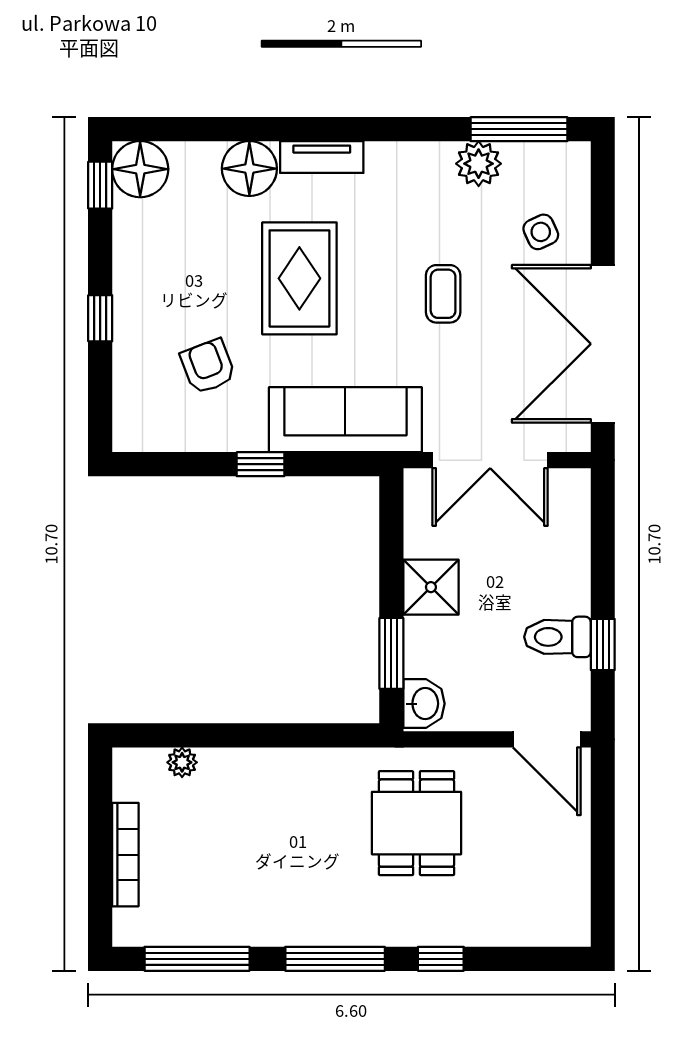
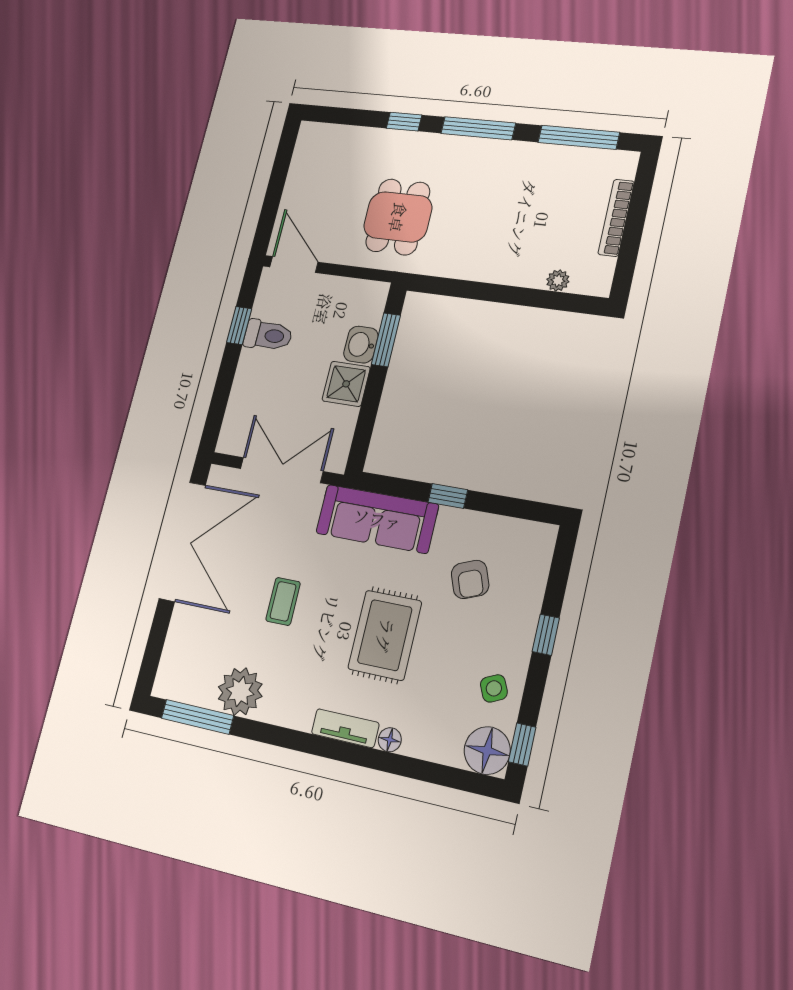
plant: (479, 164) -> (240, 691), width x1.36, depth x1.36
floor lamp: (249, 169) -> (390, 740), width x0.53, depth x0.53
side table: (541, 232) -> (494, 688), moved
washbasin: (424, 704) -> (361, 345), moved

